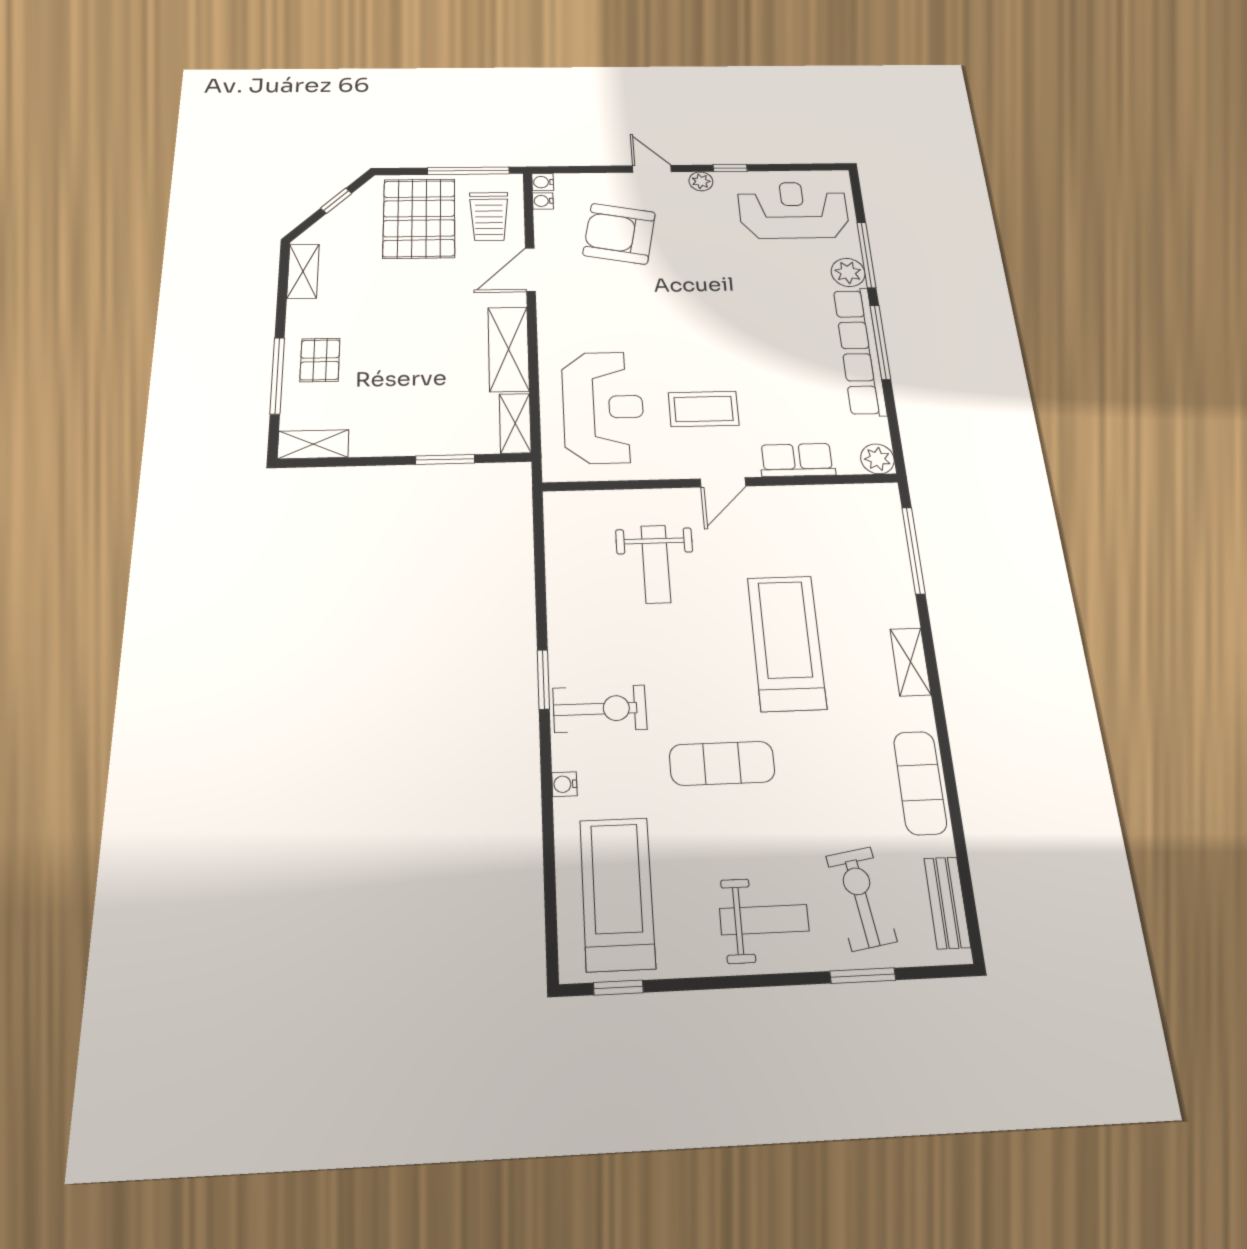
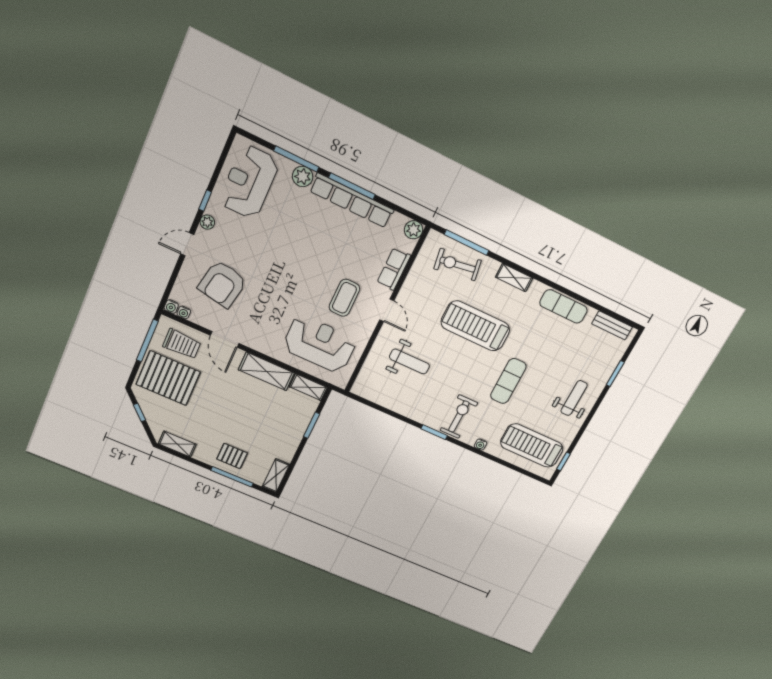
exercise bike: (861, 899) -> (458, 265), moved

